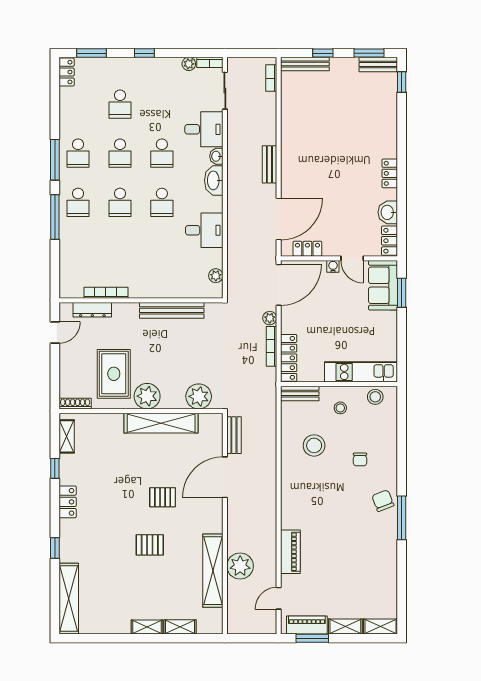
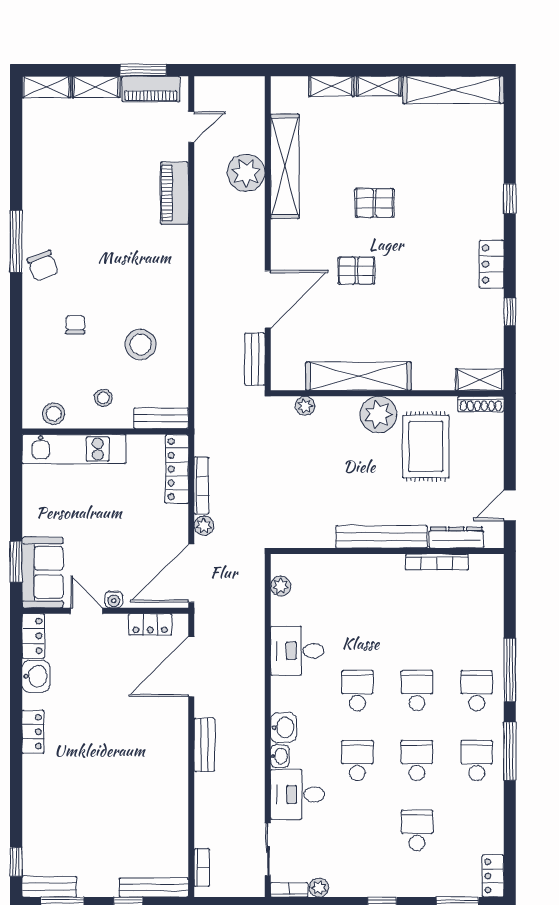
washbasin: (214, 180) -> (283, 728), width x0.72
bench: (172, 310) -> (382, 537), moved
plant: (199, 396) -> (305, 406), width x0.53, depth x0.53
shelving: (67, 436) -> (480, 380), moved, turned 90
shelving: (69, 599) -> (453, 90), moved, turned 90

